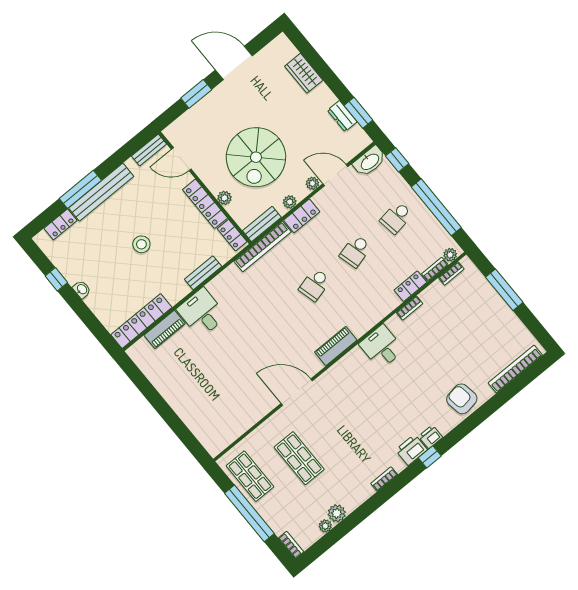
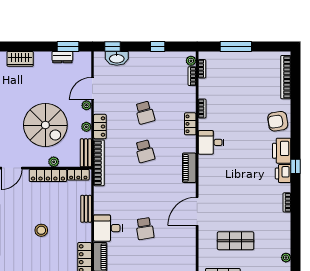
washbasin: (370, 161) -> (117, 58), moved, turned 90
window: (436, 207) -> (158, 46), width x0.32
school desk: (396, 218) -> (145, 229), moved
locker: (410, 286) -> (190, 124), moved
printer: (431, 437) -> (282, 151), width x1.87, depth x1.48
plant: (337, 513) -> (284, 245), removed

